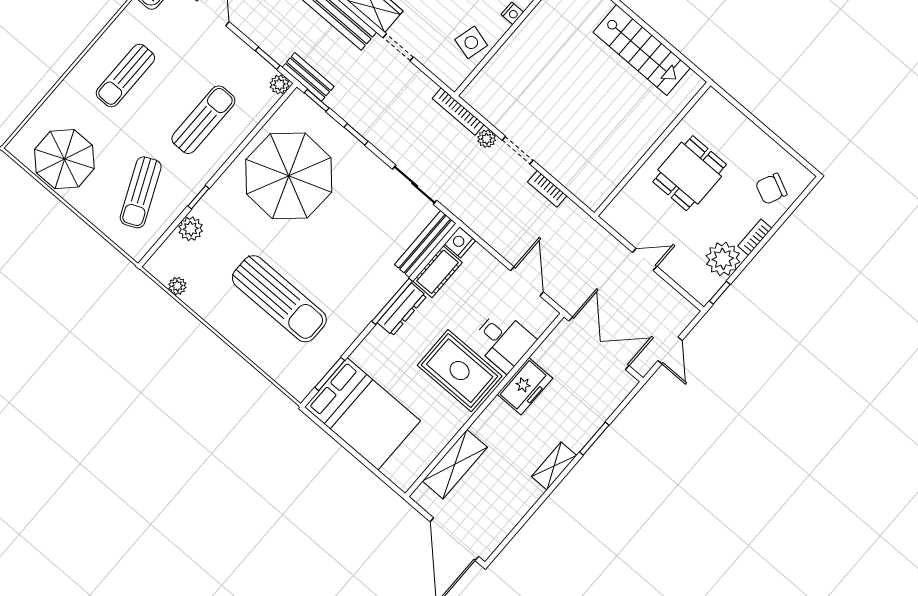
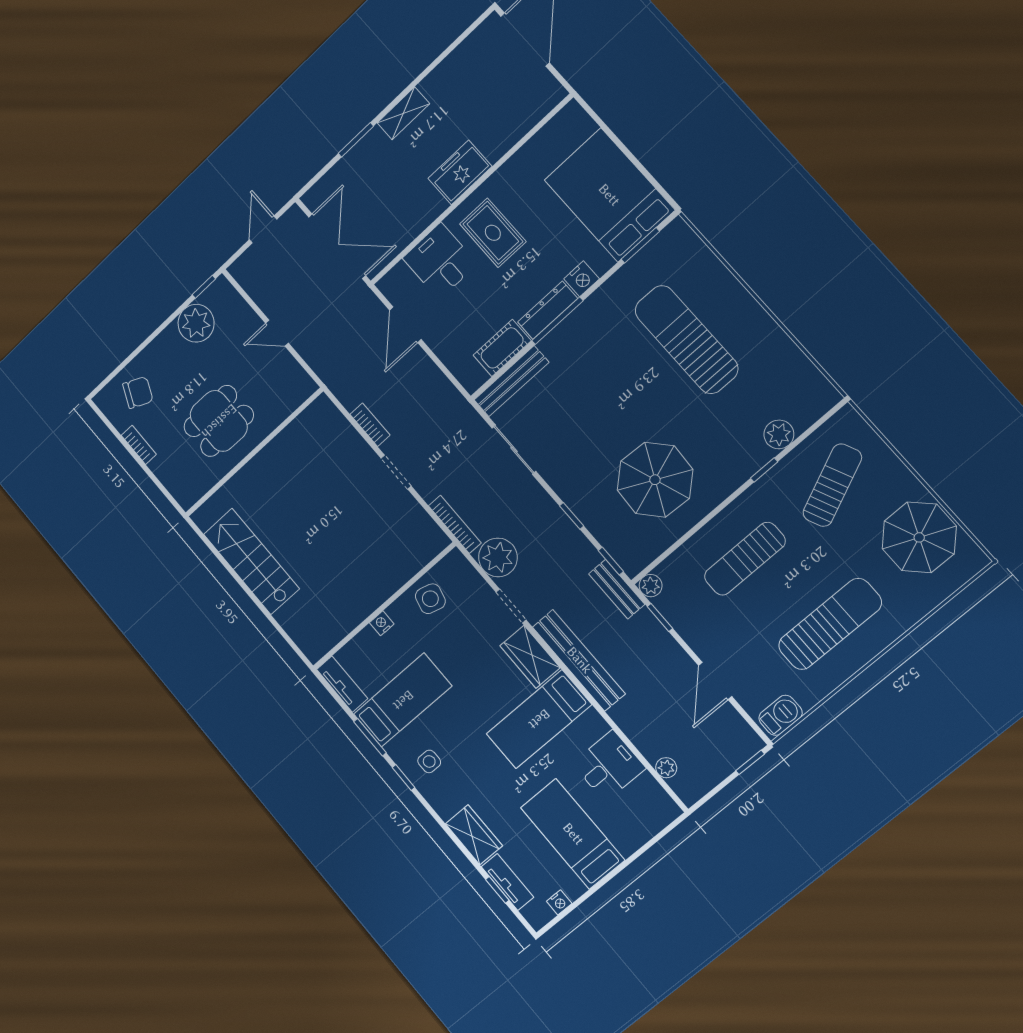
sun lounger: (125, 75) -> (830, 624), width x1.36, depth x1.34
plant: (487, 139) -> (498, 557), moved, width x1.87, depth x1.87
parasol: (289, 176) -> (655, 480), width x0.73, depth x0.73
bookcase: (755, 237) -> (139, 445), moved, turned -90
nightstand: (460, 242) -> (582, 279), moved
plant: (177, 286) -> (805, 370), removed
double door: (599, 343) -> (337, 246), swing flipped
rug: (460, 371) -> (493, 233), width x0.73, depth x0.70
freezer: (525, 386) -> (460, 172), moved
shelving: (455, 464) -> (513, 126), removed

